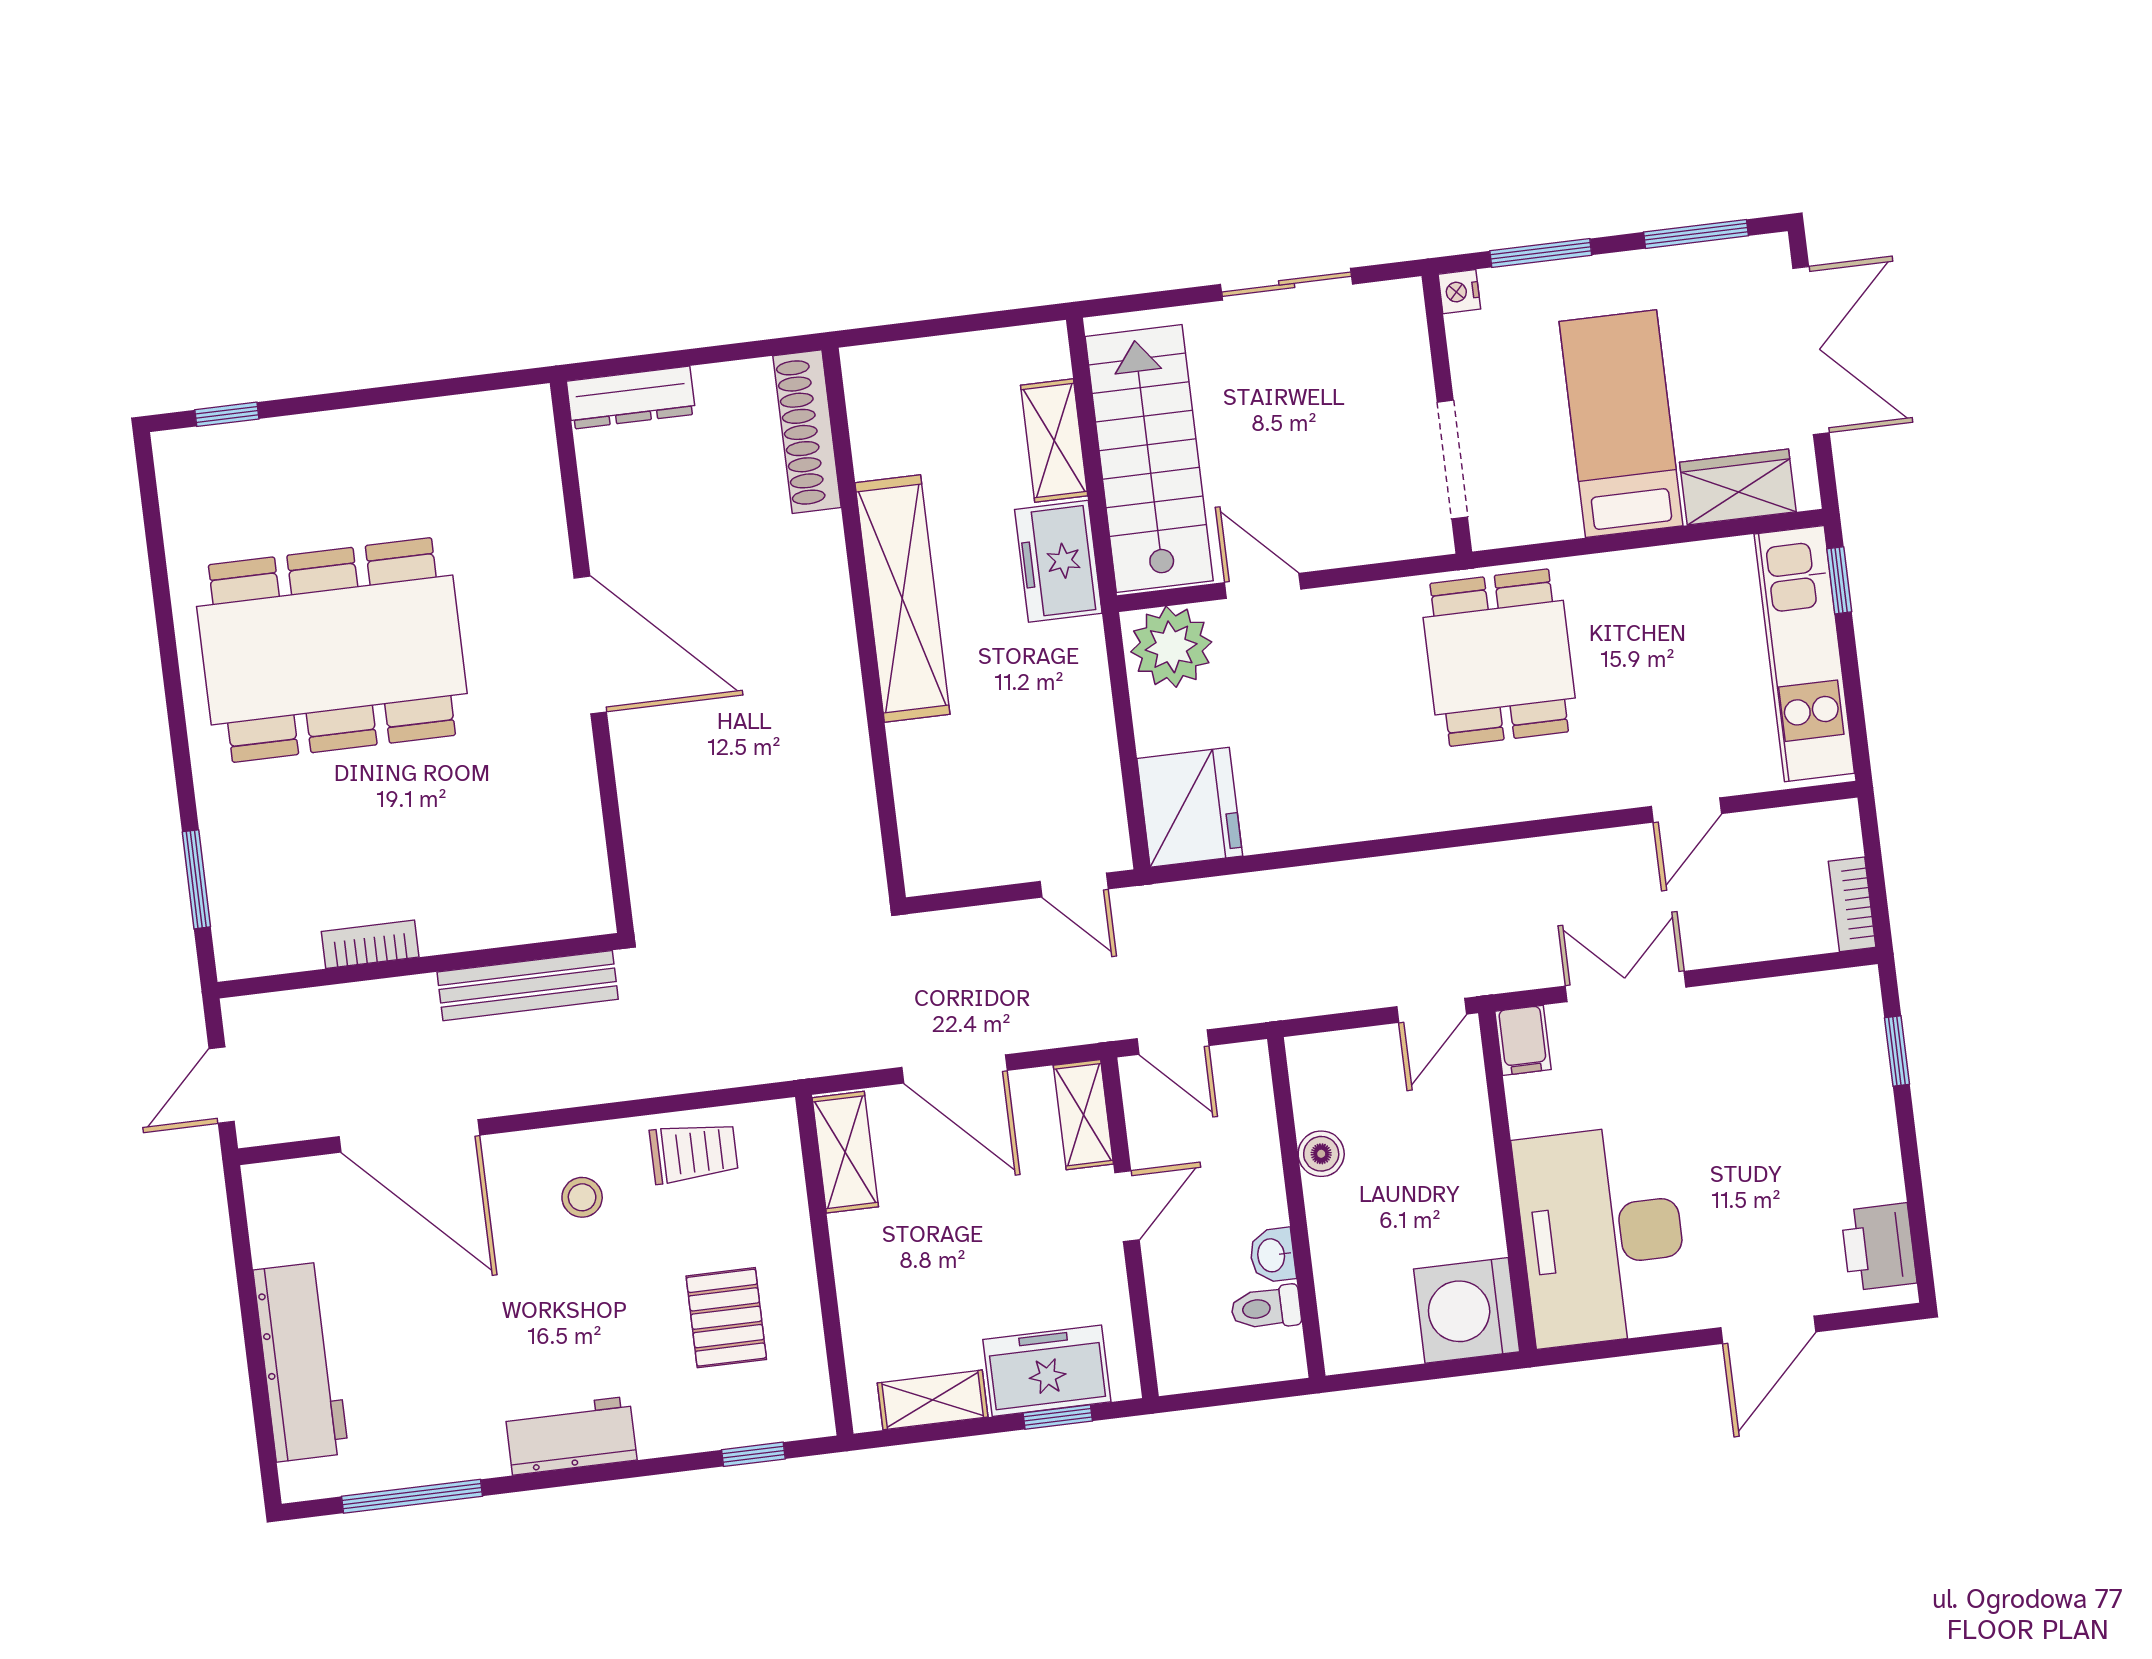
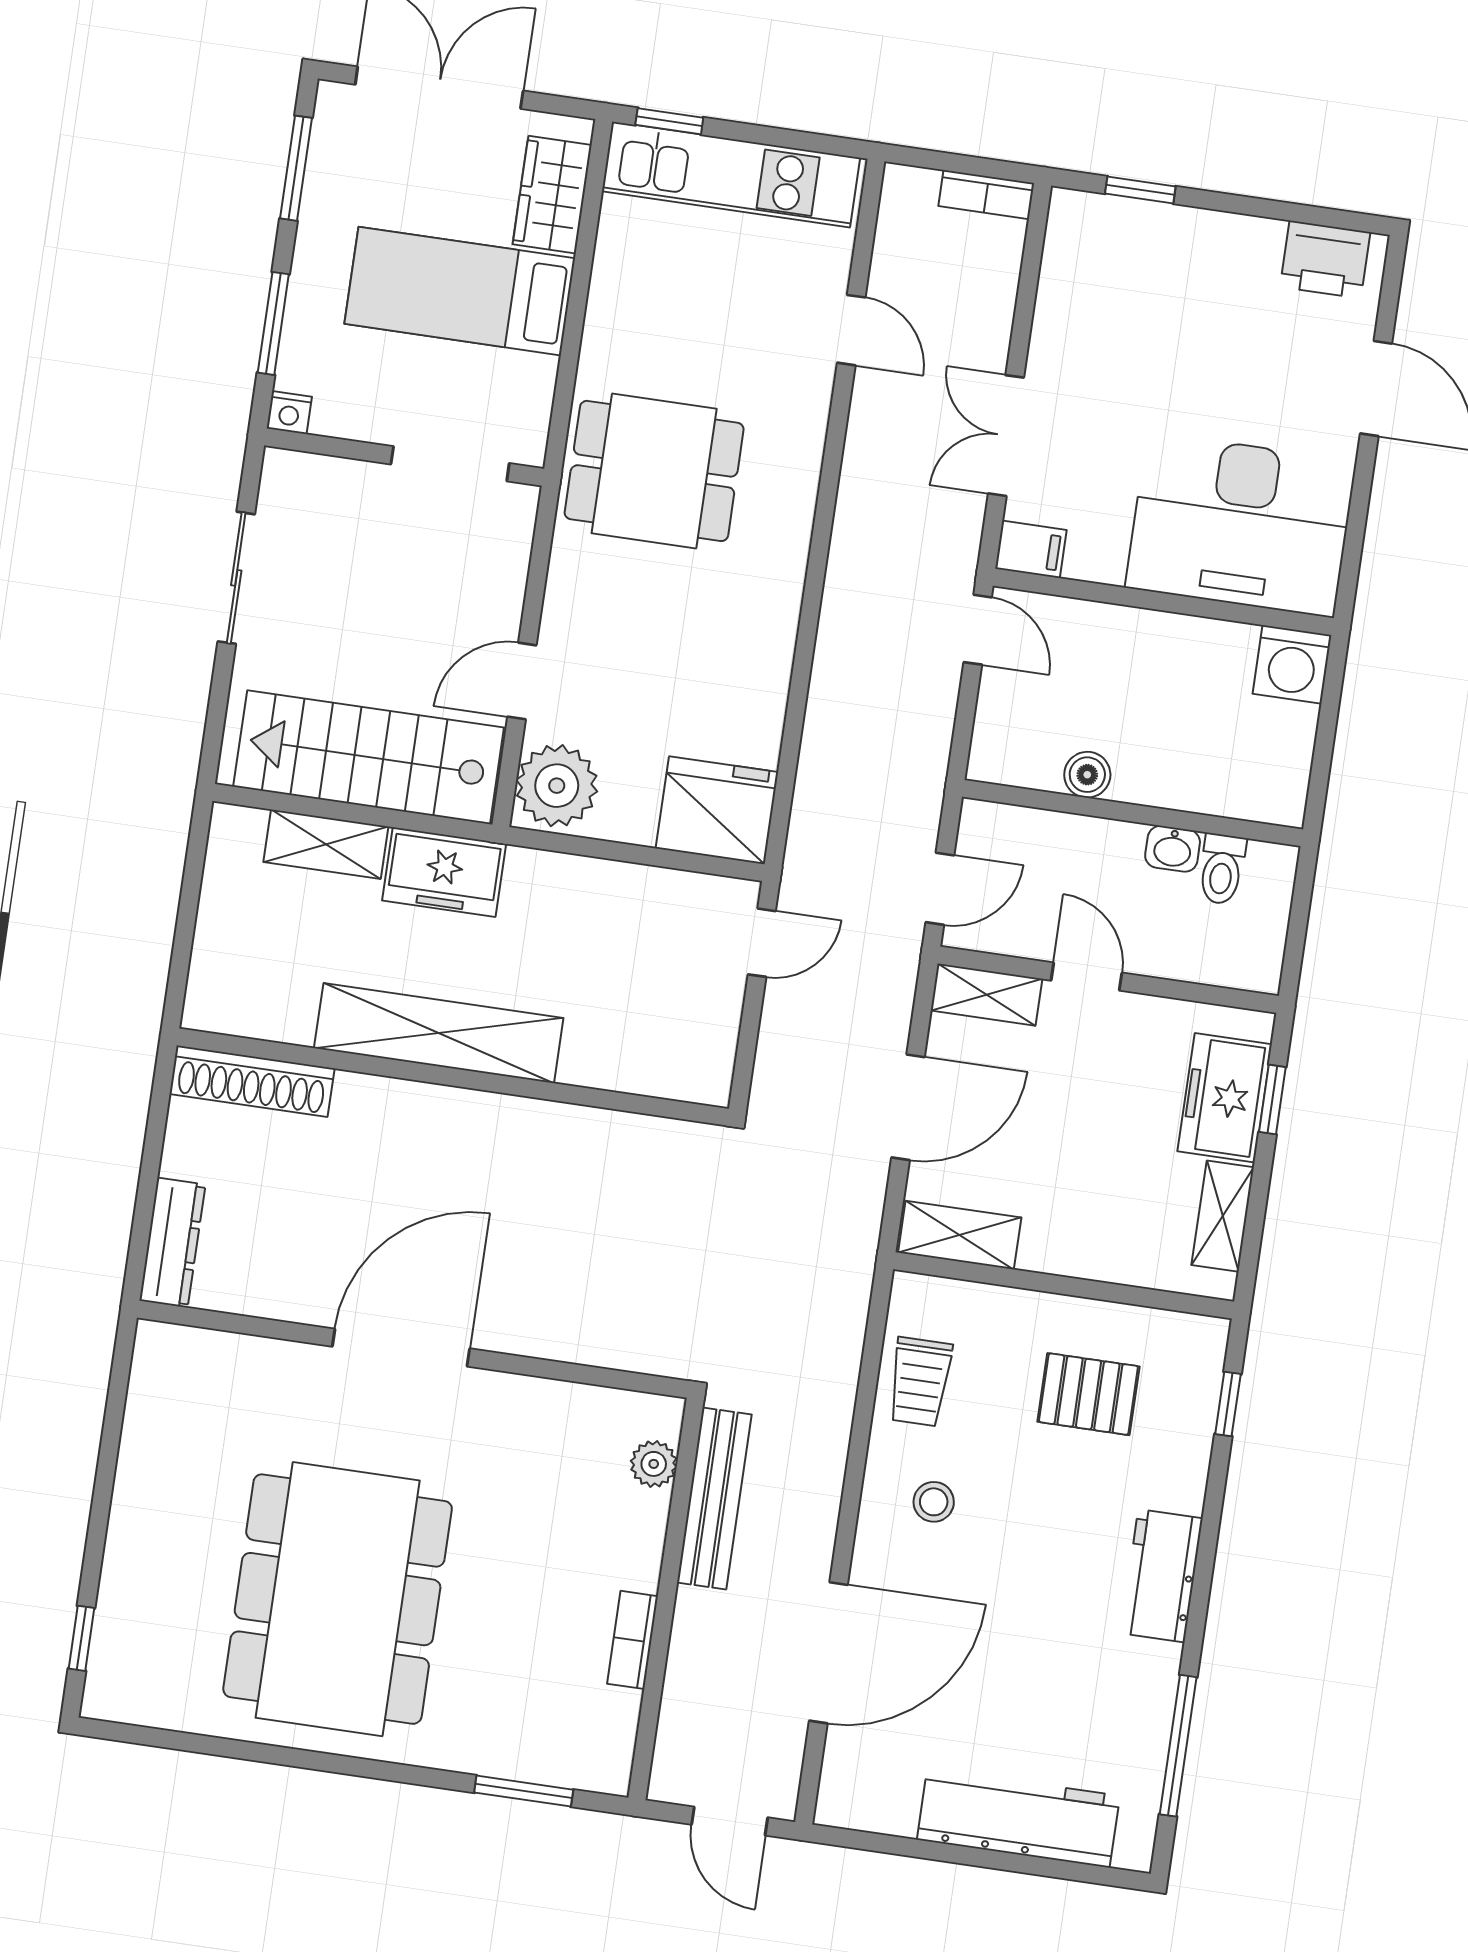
plant: (545, 918) -> (654, 1464), added
trolley: (694, 1152) -> (920, 1382), turned 180
washing machine: (1467, 1310) -> (1292, 664), width x0.73, depth x0.73

